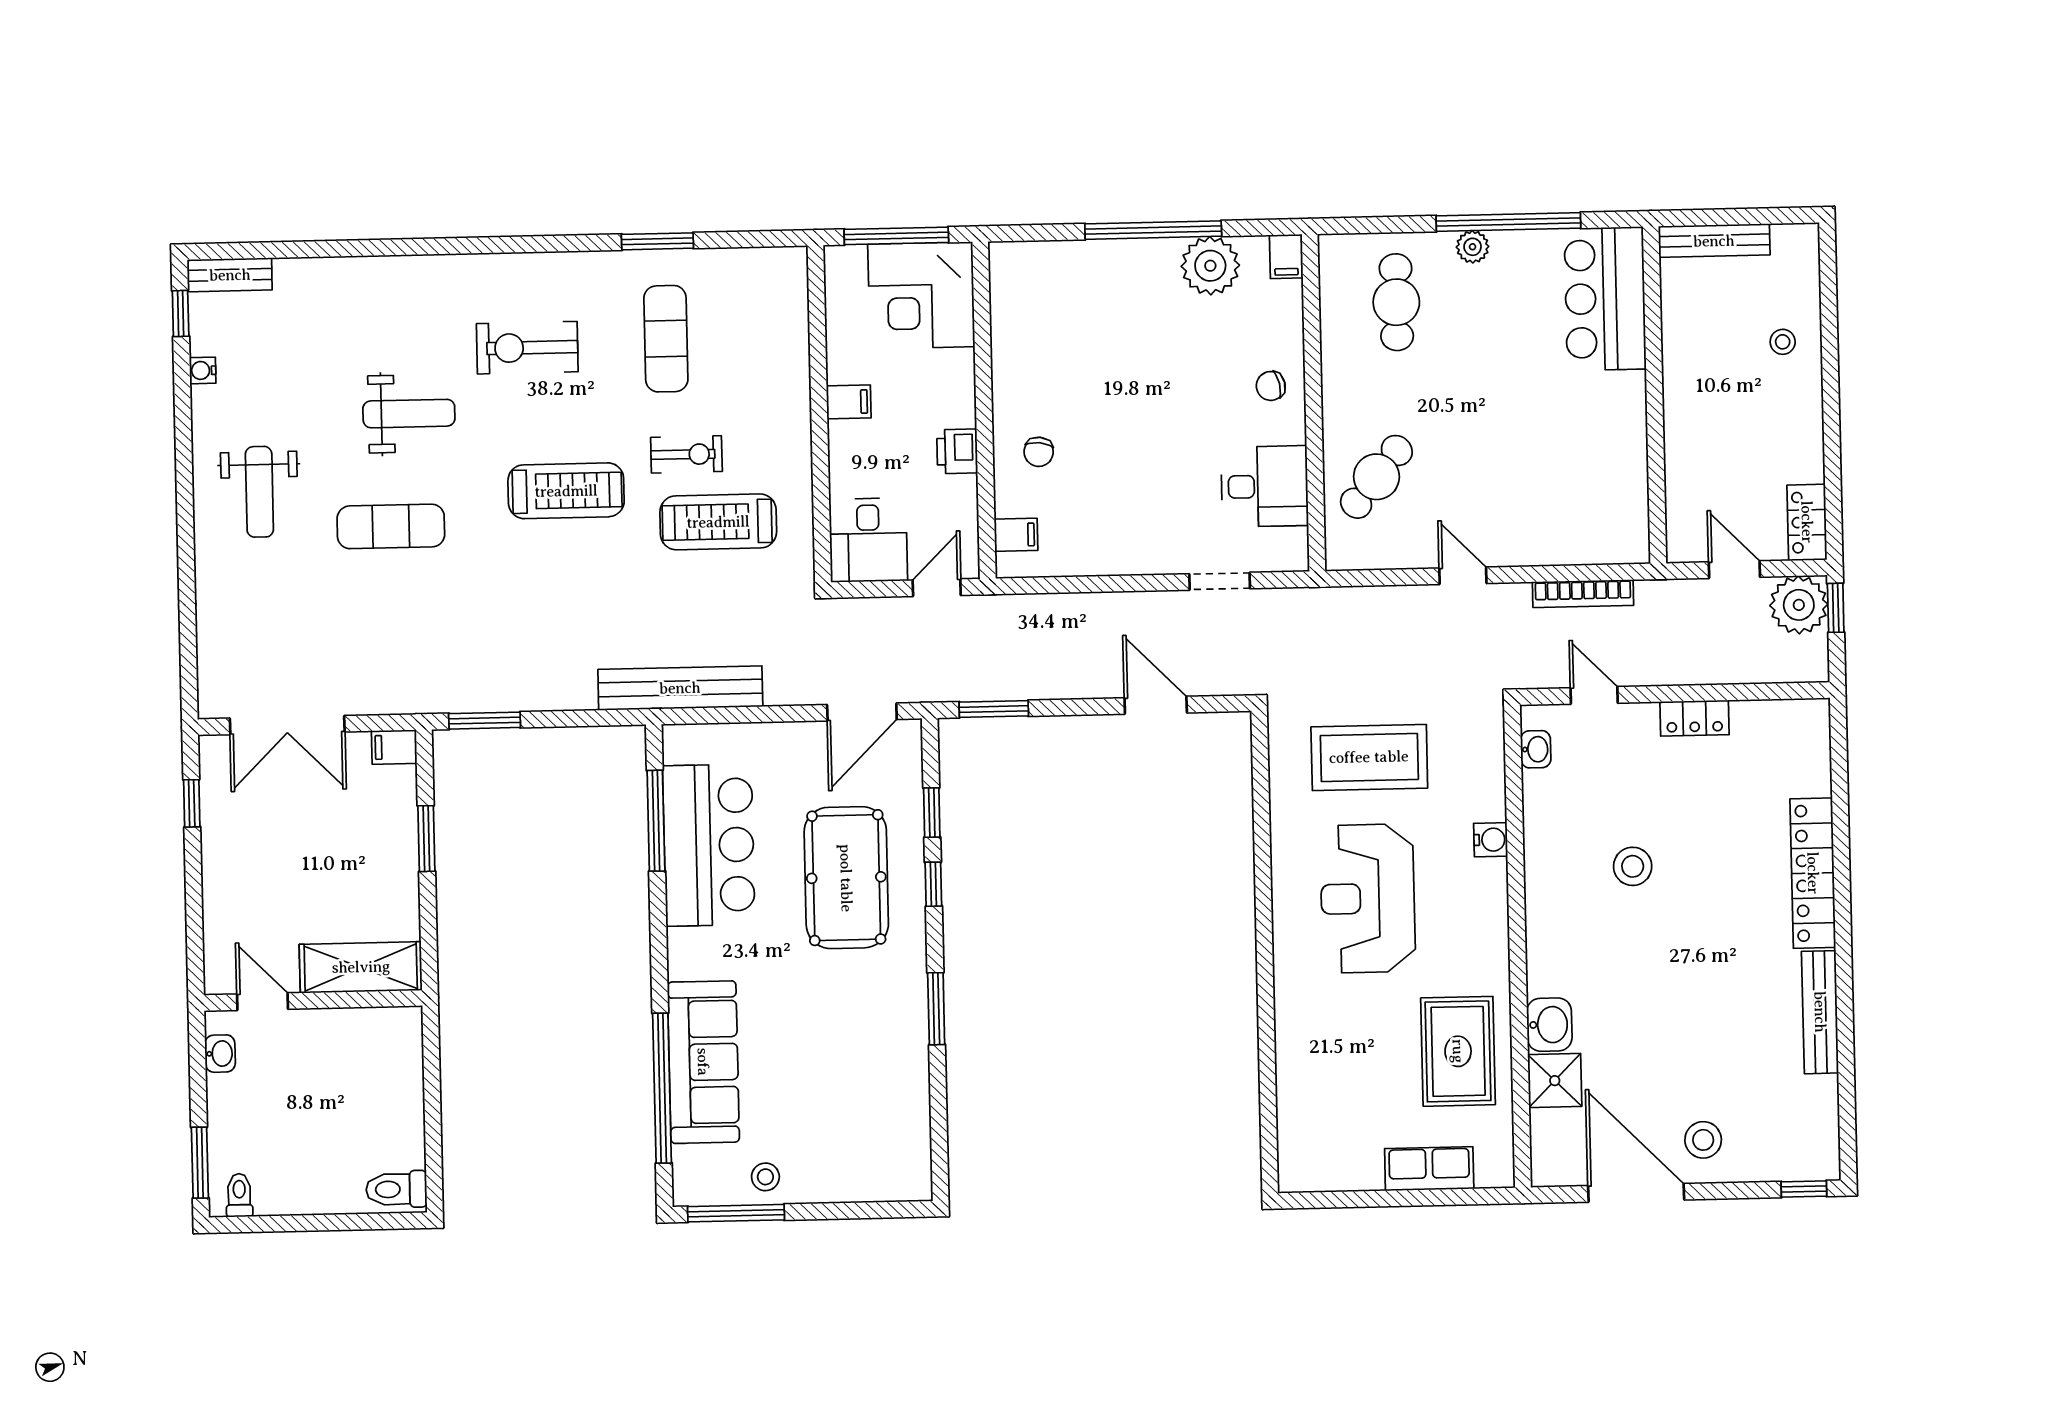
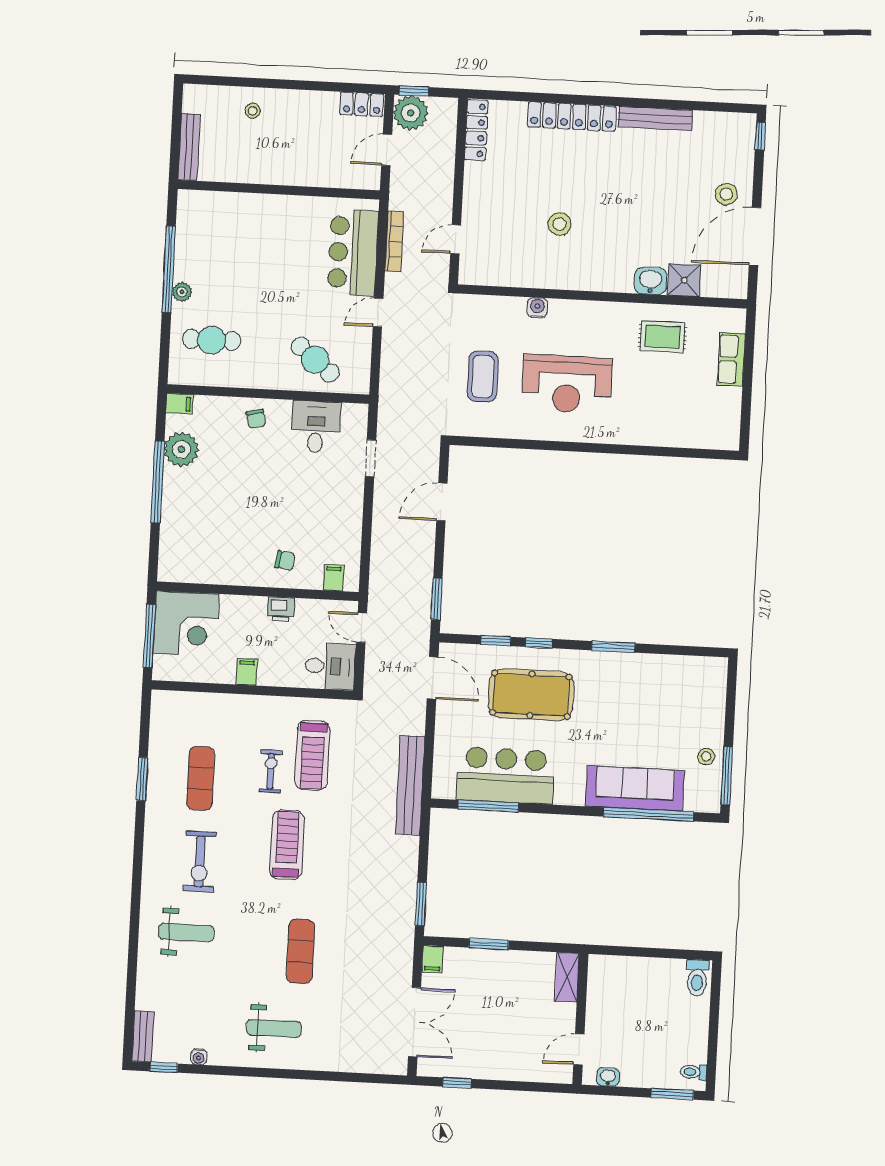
bar counter: (1605, 299) -> (353, 252), moved, turned 90
exercise mat: (666, 339) -> (201, 778), turned 90
weight bench: (409, 414) -> (186, 932), moved, turned 90
locker: (1695, 718) -> (476, 130), moved, width x1.53
washbasin: (1536, 749) -> (485, 277), removed
coffee table: (1369, 757) -> (483, 377), width x0.73, depth x0.76
shelving: (361, 967) -> (567, 977), width x0.67, depth x0.75
rug: (1458, 1051) -> (662, 337), width x0.73, depth x0.70

